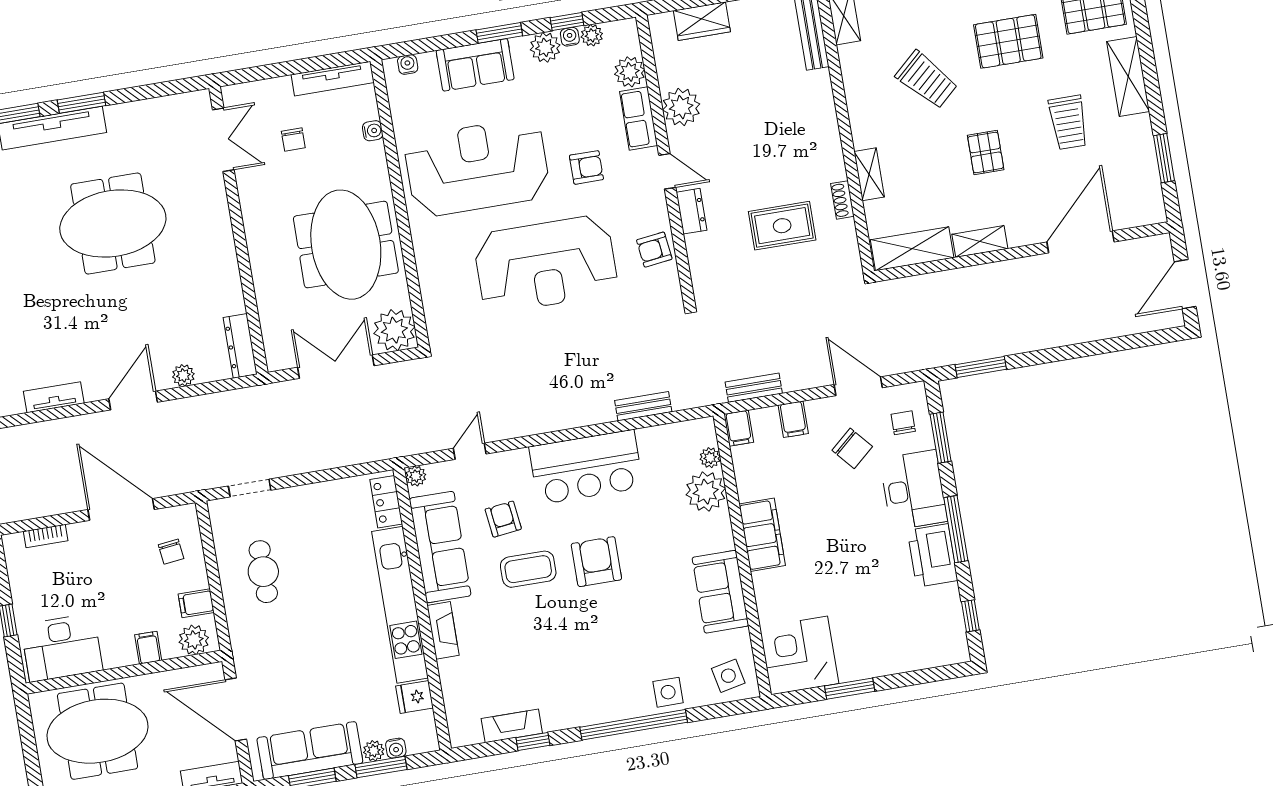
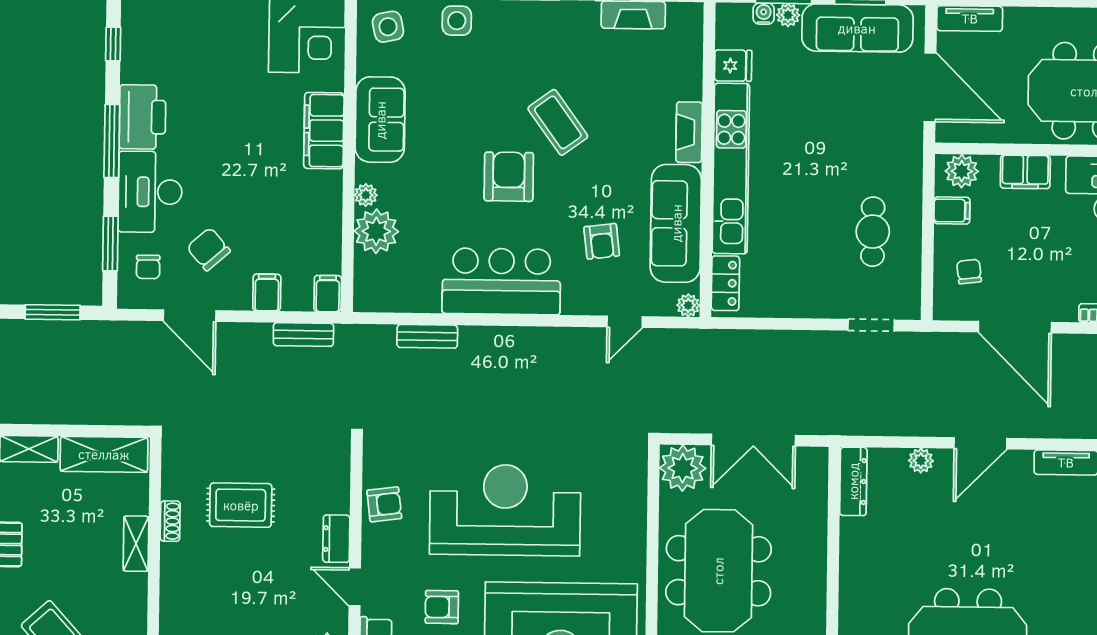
plant: (710, 458) -> (366, 195), moved
filing cabinet: (762, 535) -> (324, 131), moved
armchair: (596, 562) -> (509, 177), turned 180
coffee table: (528, 569) -> (558, 122), moved, turned 54
filing cabinet: (148, 648) -> (1025, 172), width x2.00

